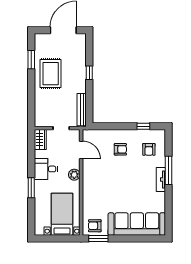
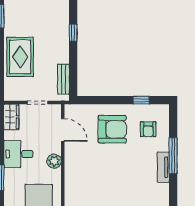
rug: (51, 74) -> (20, 57), moved
bench: (82, 110) -> (63, 79), width x0.73
armchair: (120, 149) -> (112, 129), width x1.88, depth x1.88

